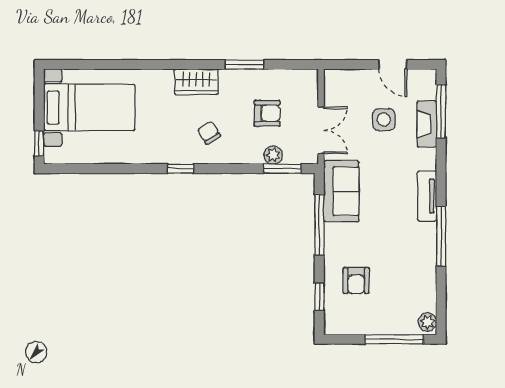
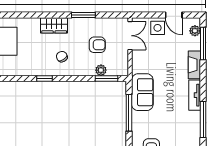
plant: (428, 90) -> (195, 31), added
side table: (384, 120) -> (158, 28), moved
fireplace: (427, 124) -> (194, 65), moved
double door: (321, 130) -> (130, 36), moved

